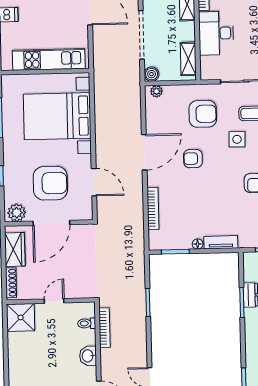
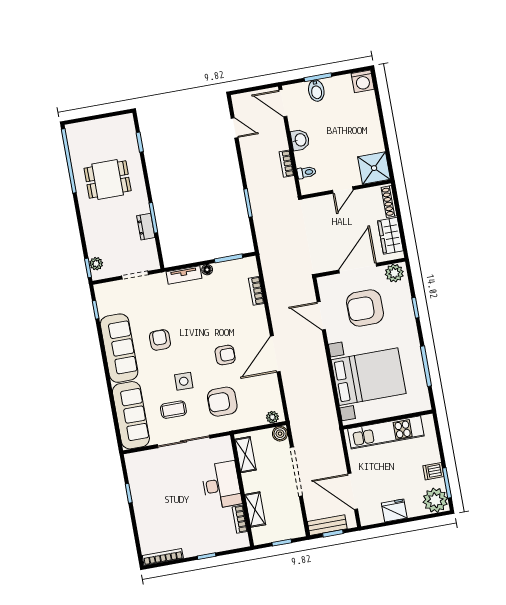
bookcase: (153, 208) -> (256, 291), width x0.64
bookcase: (105, 328) -> (287, 164), width x0.64

